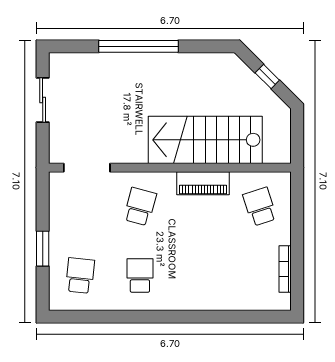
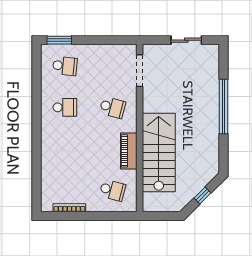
school desk: (260, 207) -> (113, 190), turned 33
window: (43, 249) -> (59, 40), moved

